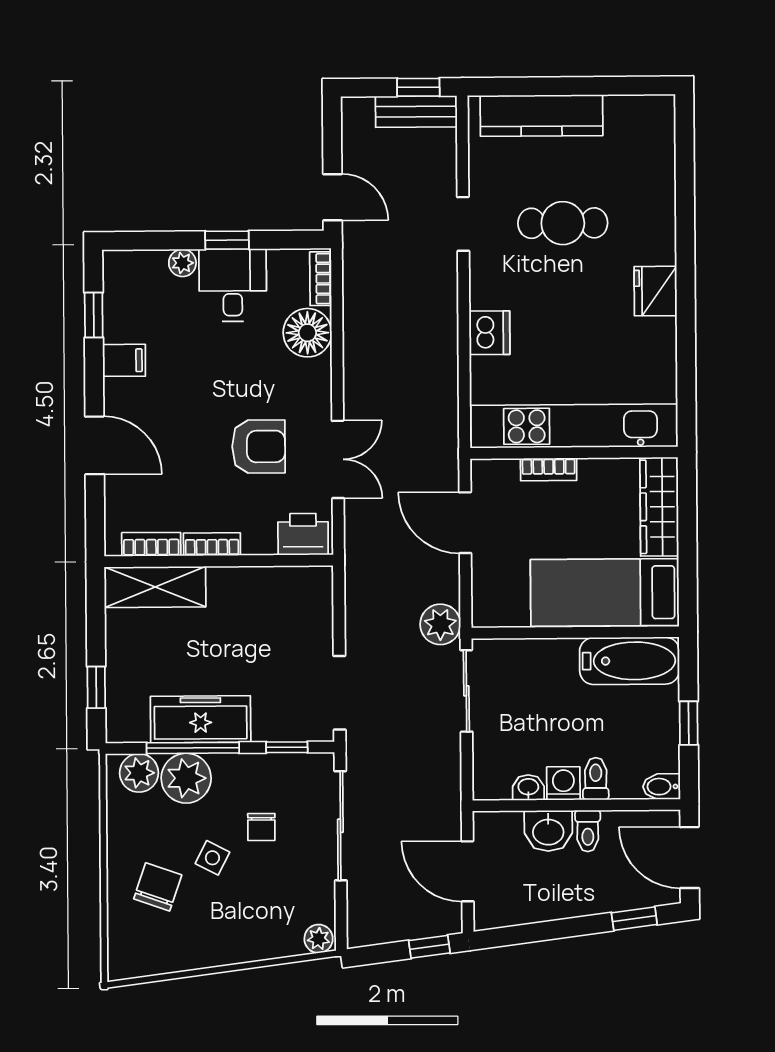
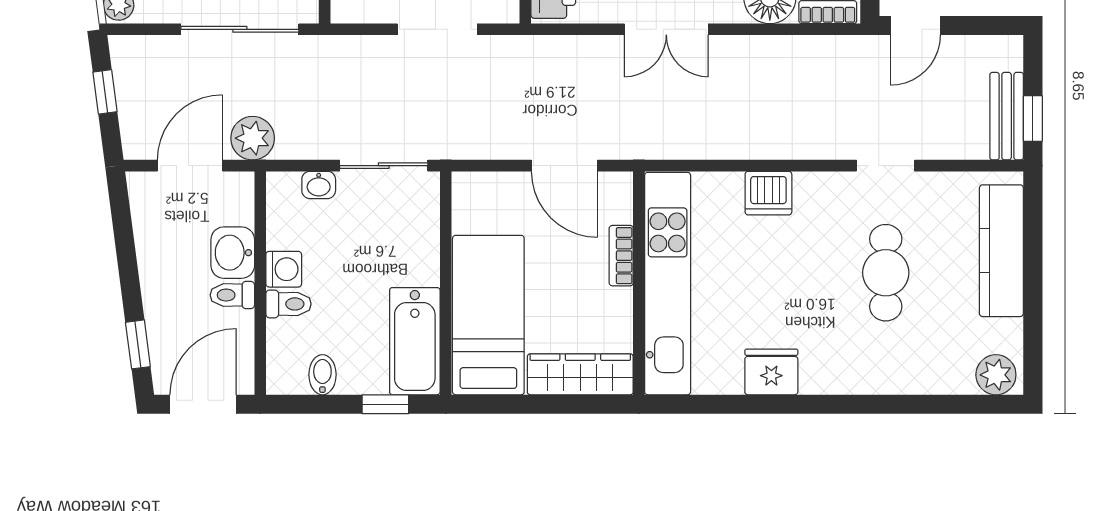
plant: (657, 120) -> (996, 375), added
fridge: (656, 291) -> (771, 372), moved
double door: (338, 459) -> (666, 29), moved
door: (465, 523) -> (564, 166), swing flipped
plant: (440, 624) -> (253, 138), moved
doorway: (339, 693) -> (437, 29), moved
window: (689, 723) -> (385, 404), moved
washbasin: (528, 787) -> (319, 185), moved, turned 90
bidet: (662, 787) -> (322, 375), moved
window: (429, 947) -> (105, 92), moved

